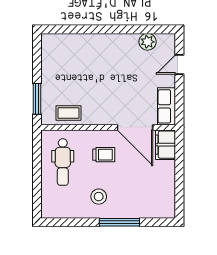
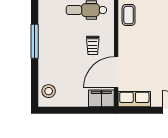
stool: (99, 197) -> (49, 91), moved
window: (119, 222) -> (35, 41), moved

